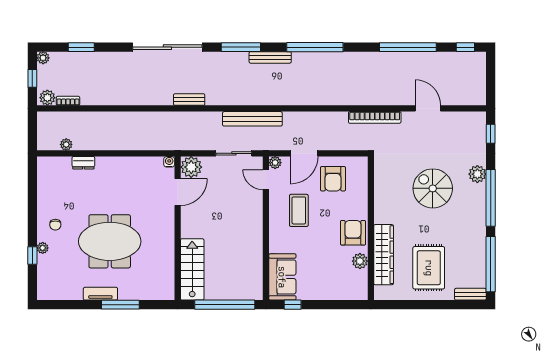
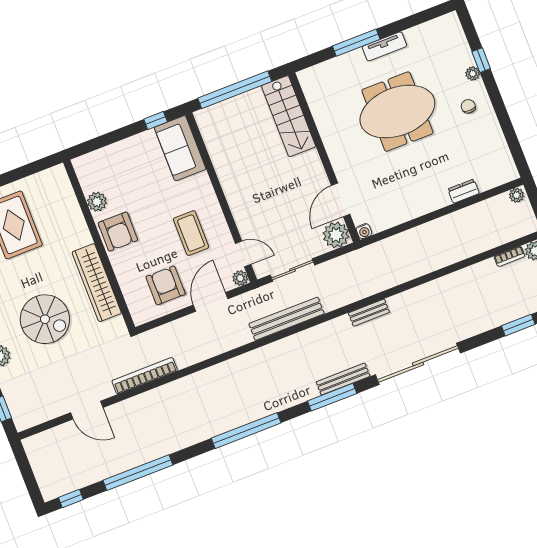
bench: (270, 57) -> (343, 379), moved
plant: (66, 144) -> (517, 195), moved
wardrobe: (384, 255) -> (97, 283), moved

